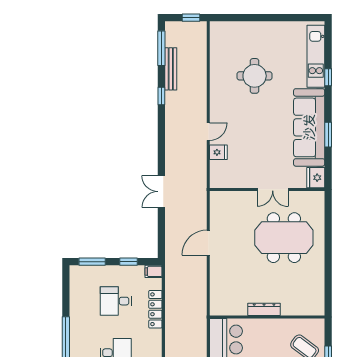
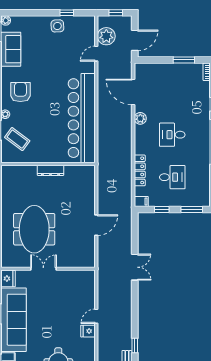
fridge: (218, 152) -> (88, 331), moved
meeting table: (284, 238) -> (34, 229), turned 90

